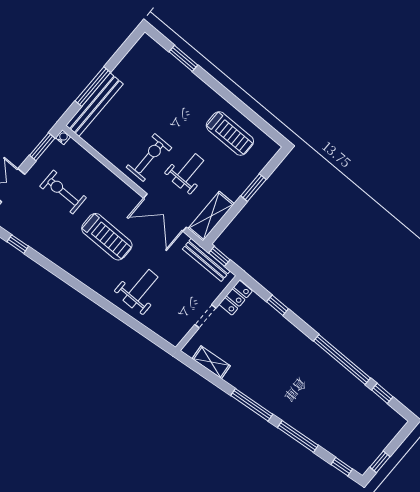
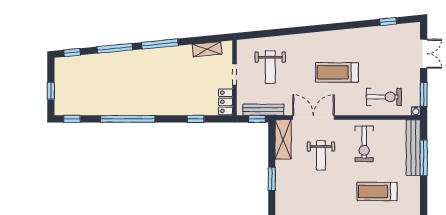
treadmill: (230, 133) -> (377, 191), moved
exercise bike: (149, 157) -> (364, 144), moved
exercise bike: (63, 192) -> (384, 97), moved
weight bench: (141, 289) -> (270, 67), moved
window: (382, 393) -> (72, 119), moved
window: (380, 462) -> (51, 91), moved

